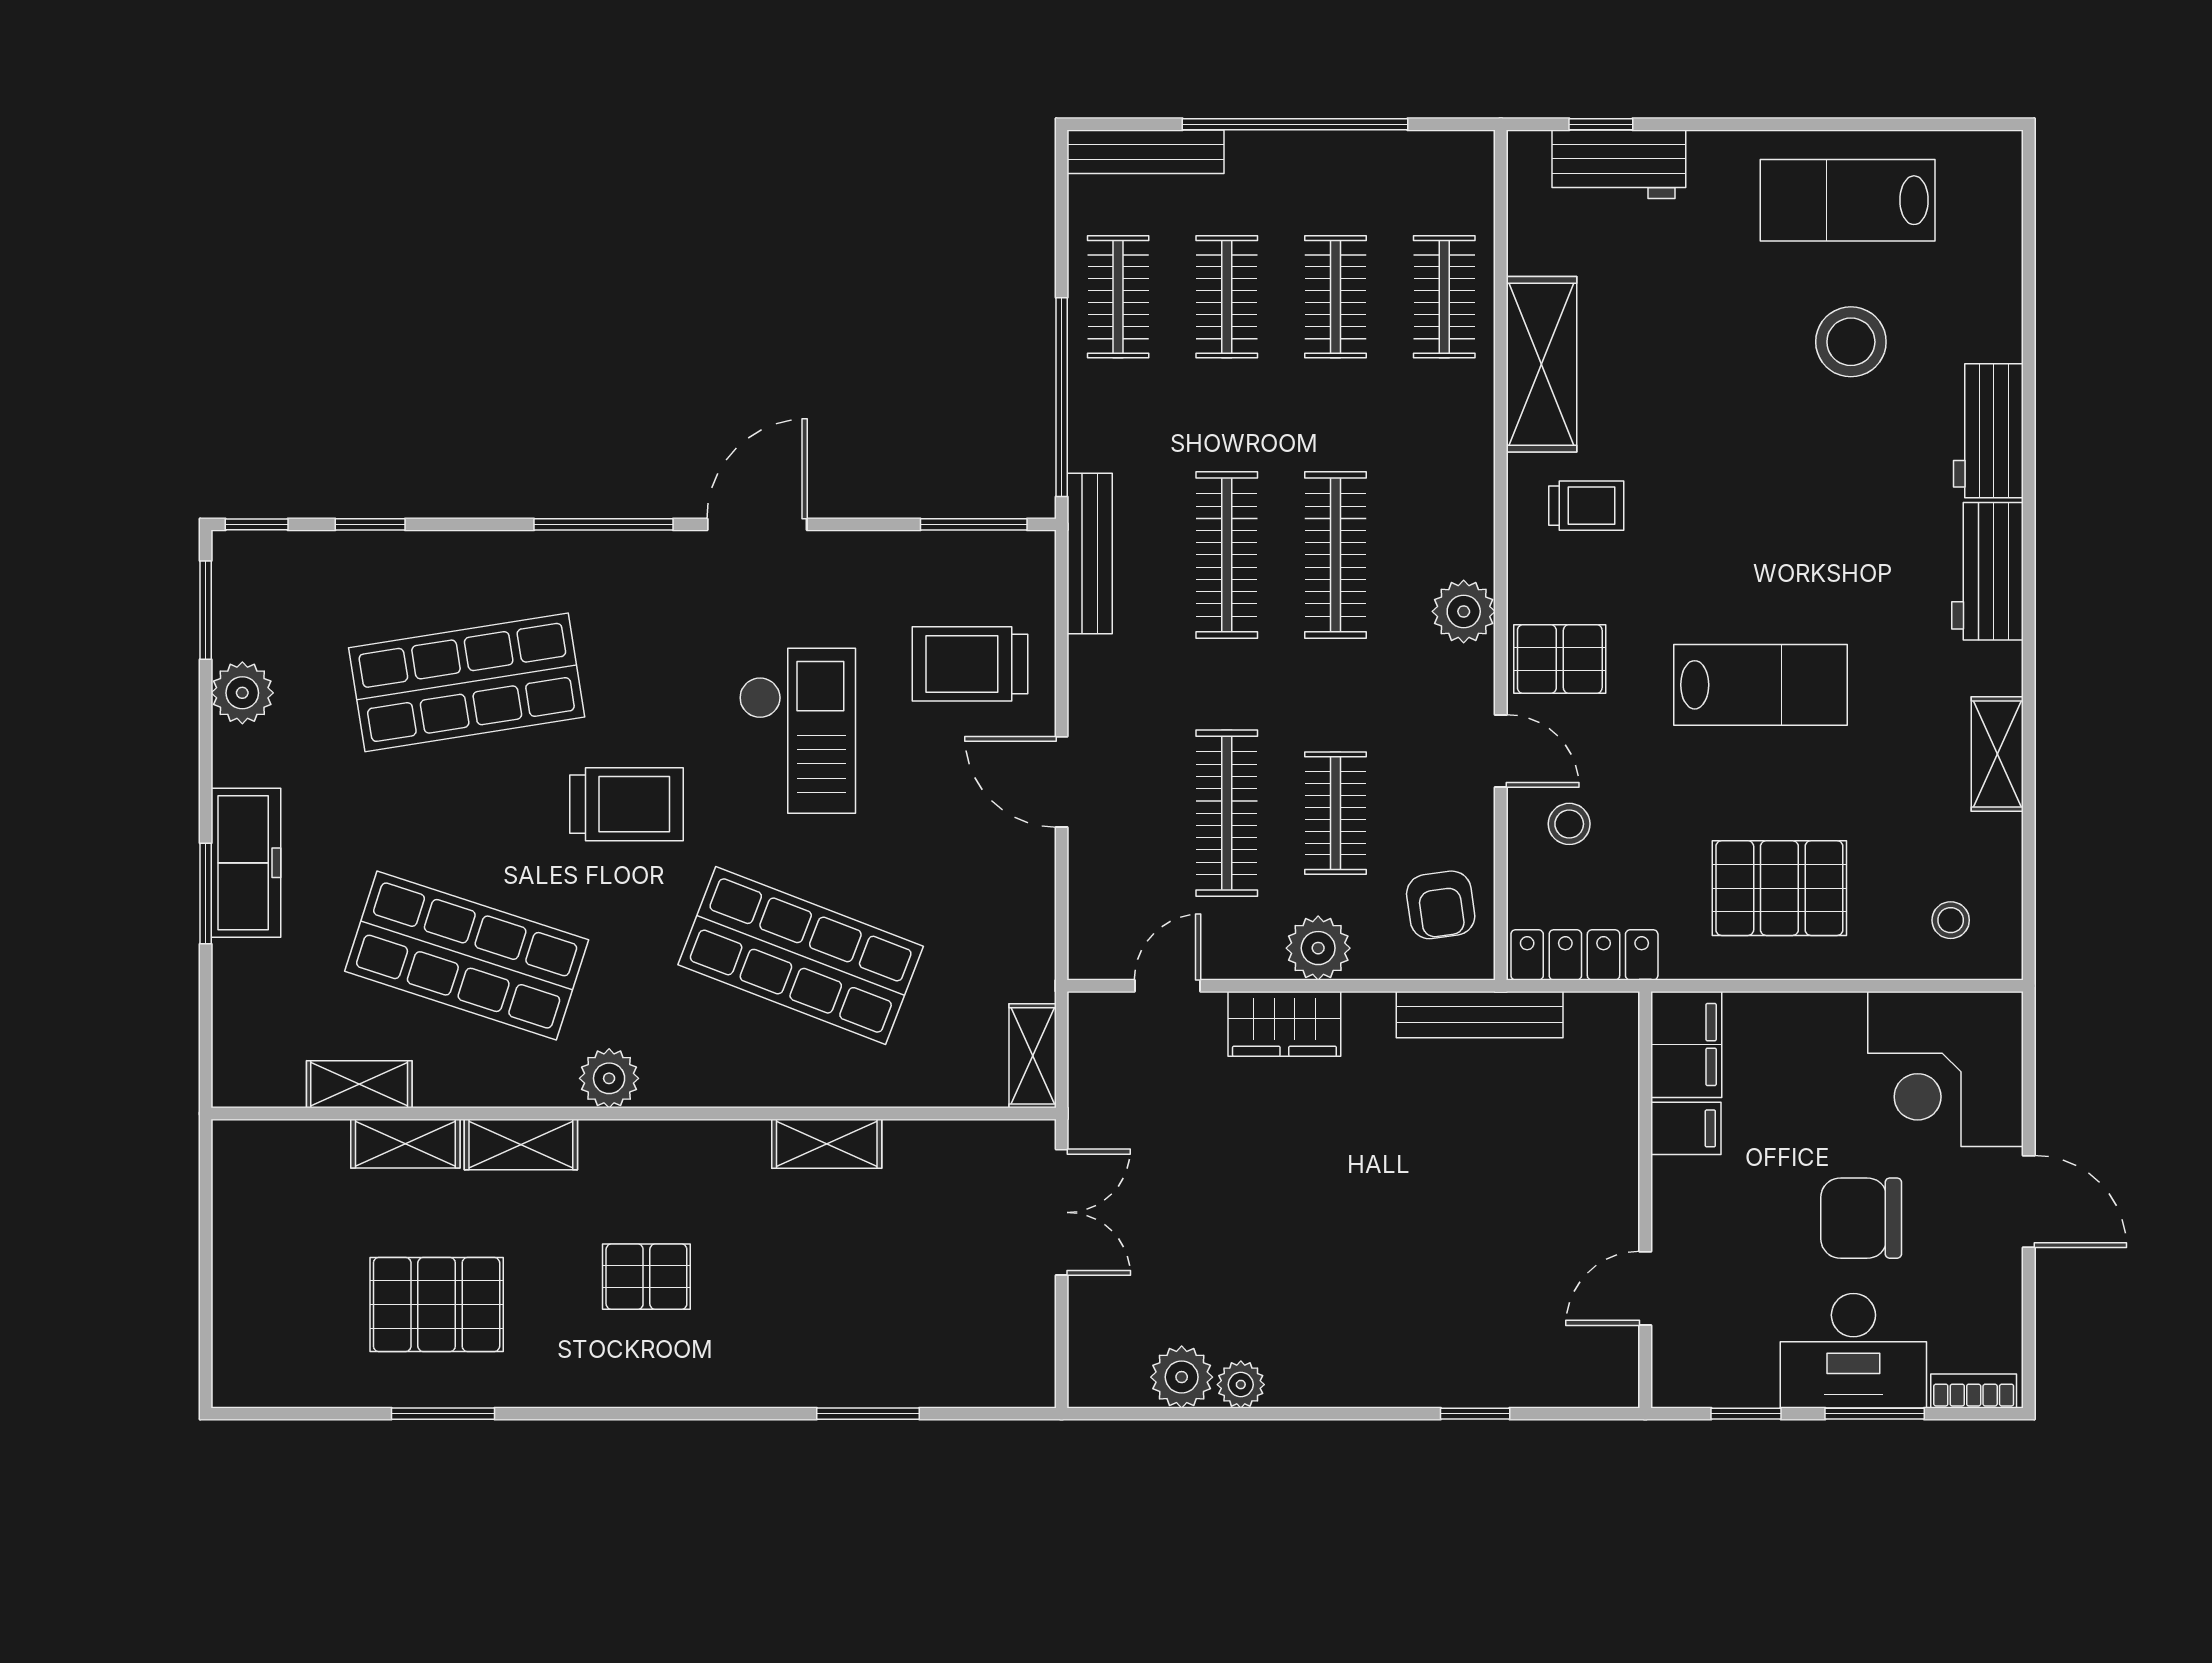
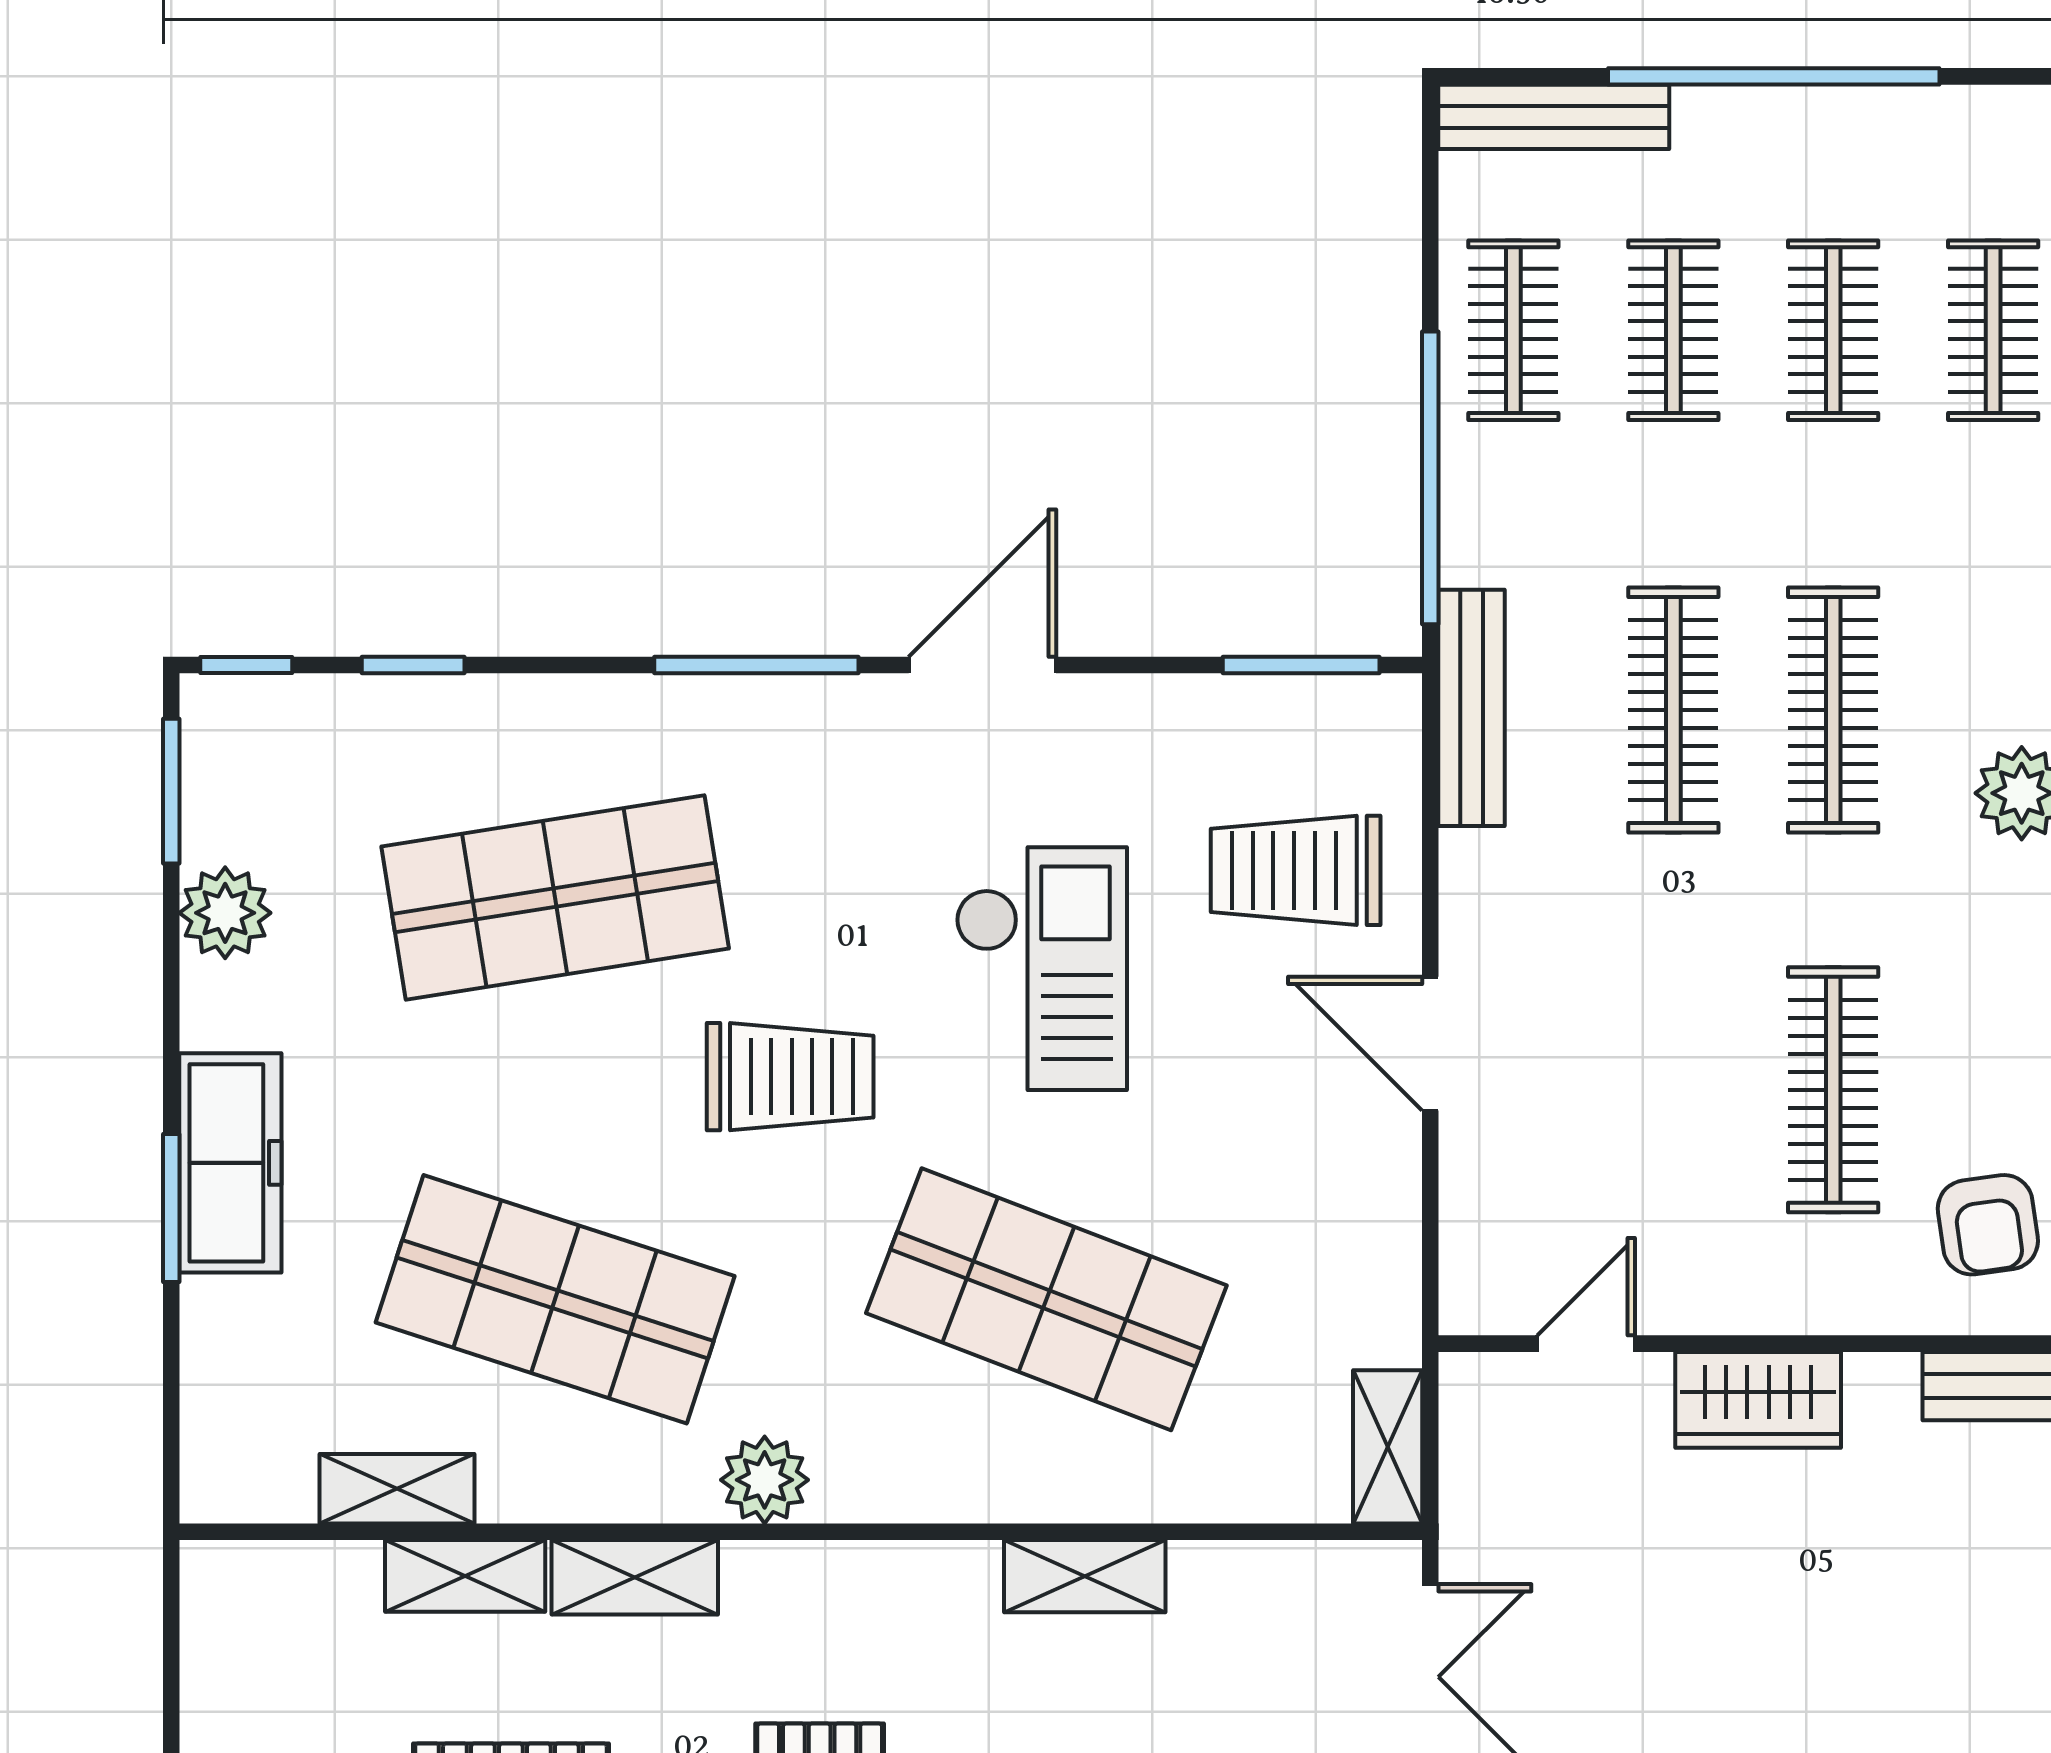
clothes rail: (1227, 813) -> (1673, 1090), removed
clothes rail: (1336, 813) -> (1833, 1090), width x1.36
plant: (1318, 948) -> (1808, 1288), removed

